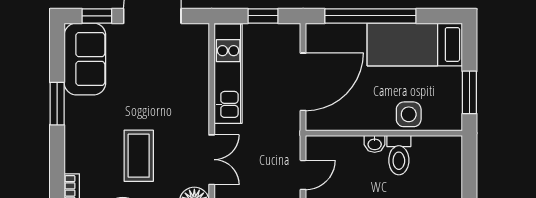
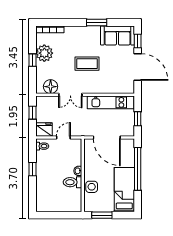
coffee table: (139, 156) -> (87, 64), moved
door: (303, 175) -> (63, 137), swing flipped

